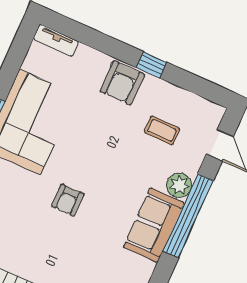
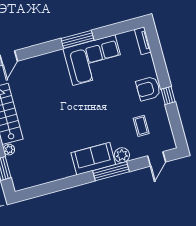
armchair: (68, 200) -> (72, 108), removed
window: (188, 216) -> (111, 171), width x0.68

